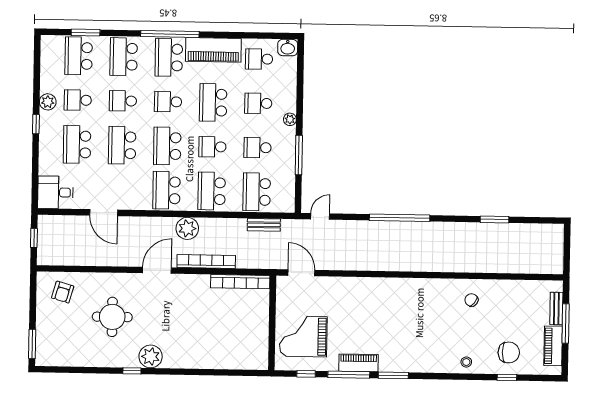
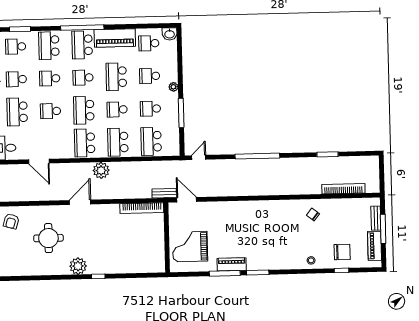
school desk: (79, 56) -> (16, 47), width x0.54
school desk: (122, 145) -> (50, 111), width x0.54
bench: (264, 225) -> (164, 193), moved
bookcase: (206, 261) -> (343, 189), moved
window: (132, 371) -> (98, 276), moved
window: (306, 374) -> (193, 274), removed

